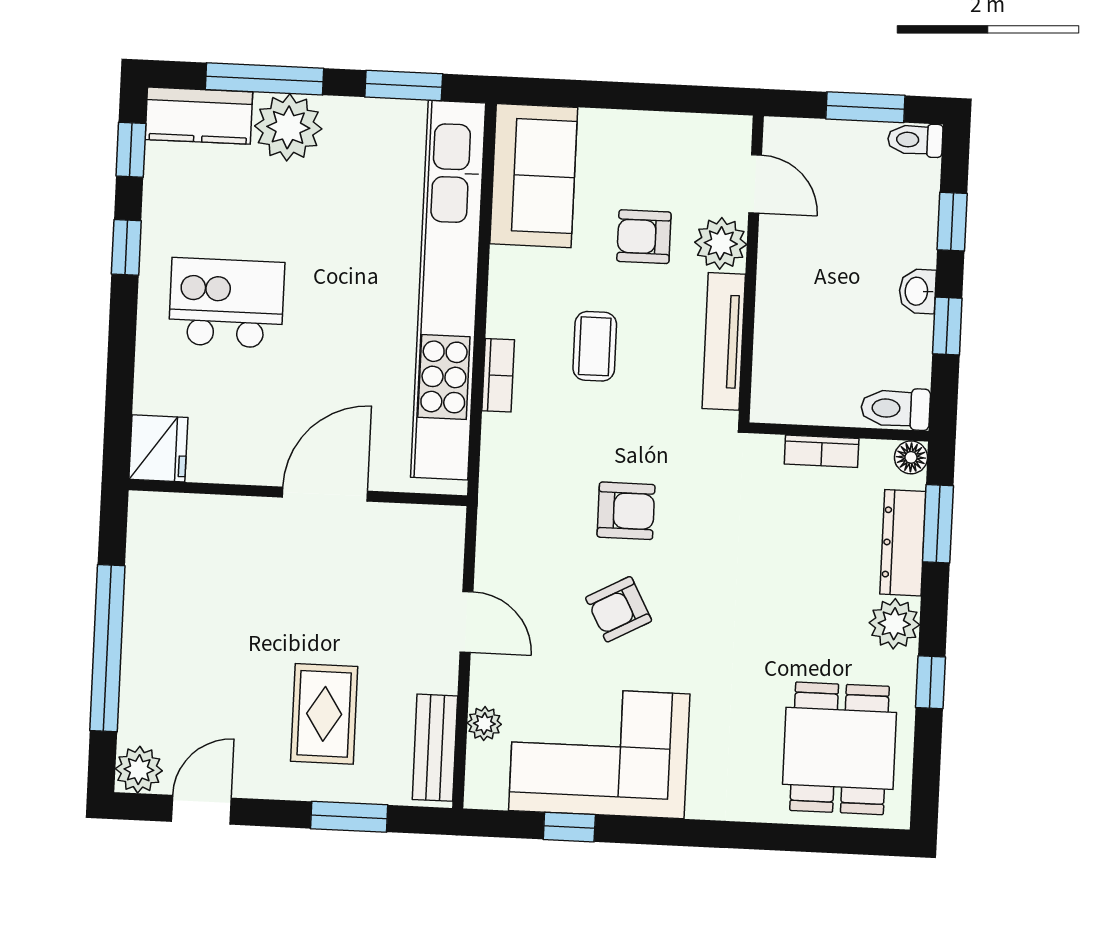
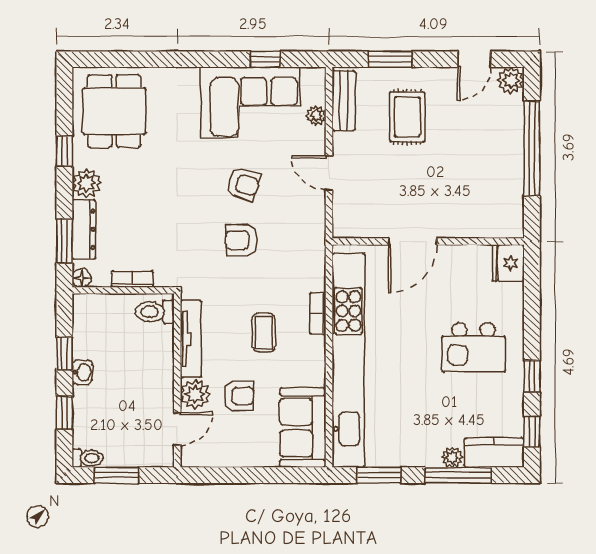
plant: (288, 127) -> (452, 457), width x0.53, depth x0.53
door: (755, 184) -> (177, 429), swing flipped
toilet: (896, 408) -> (155, 312), moved, turned 180
armchair: (619, 609) -> (243, 184), turned 45

